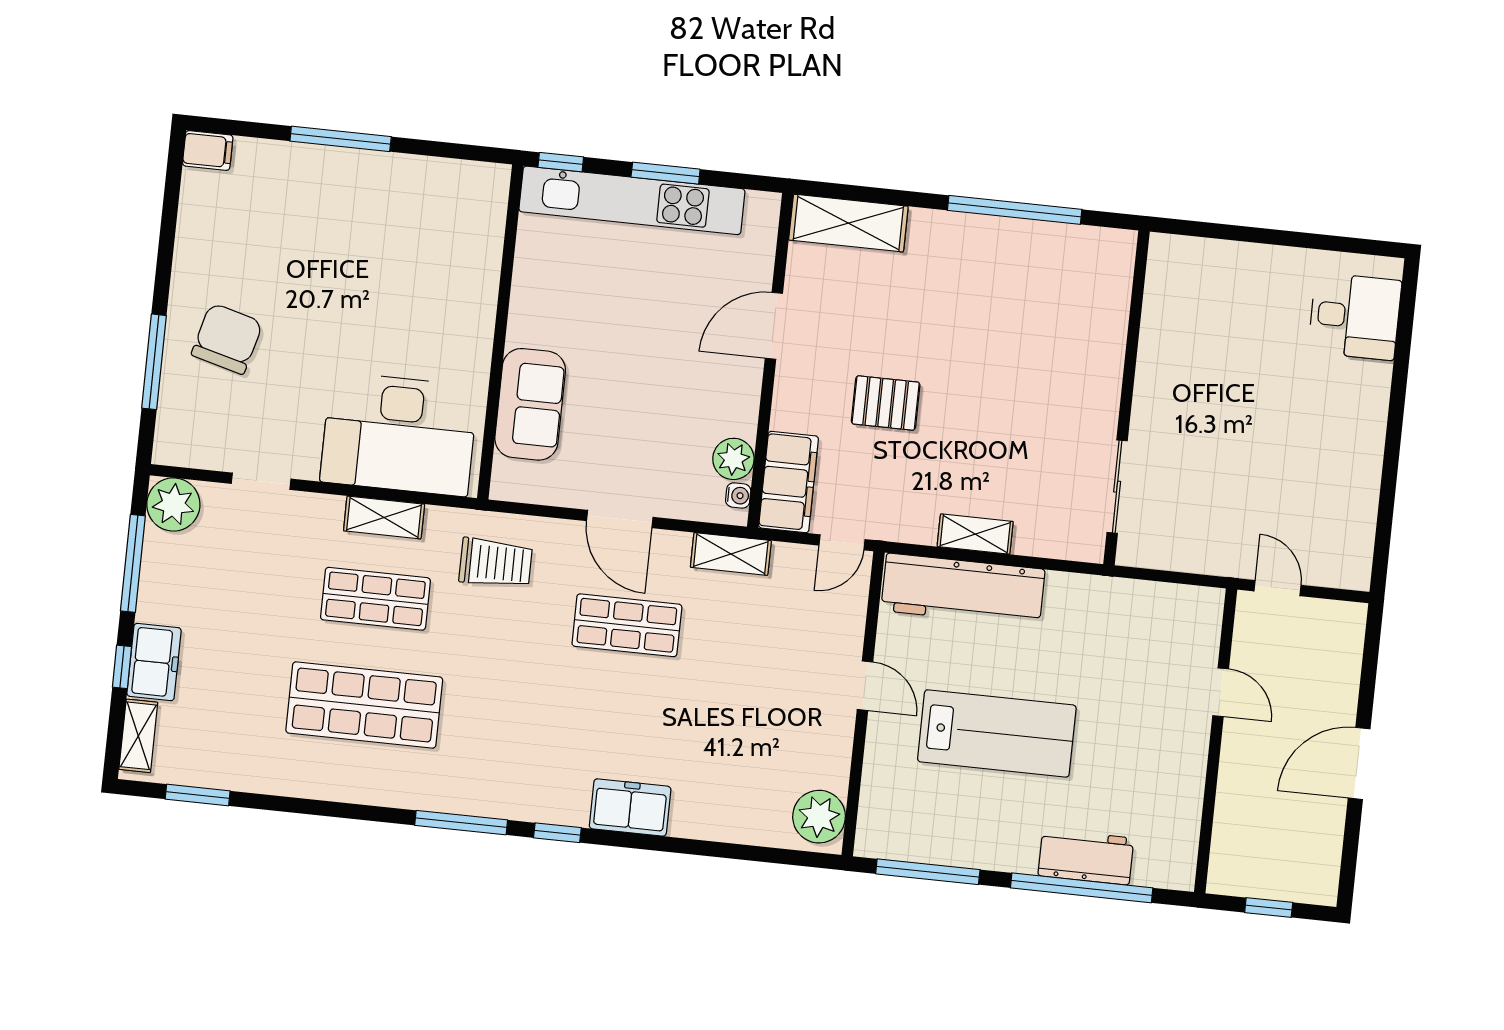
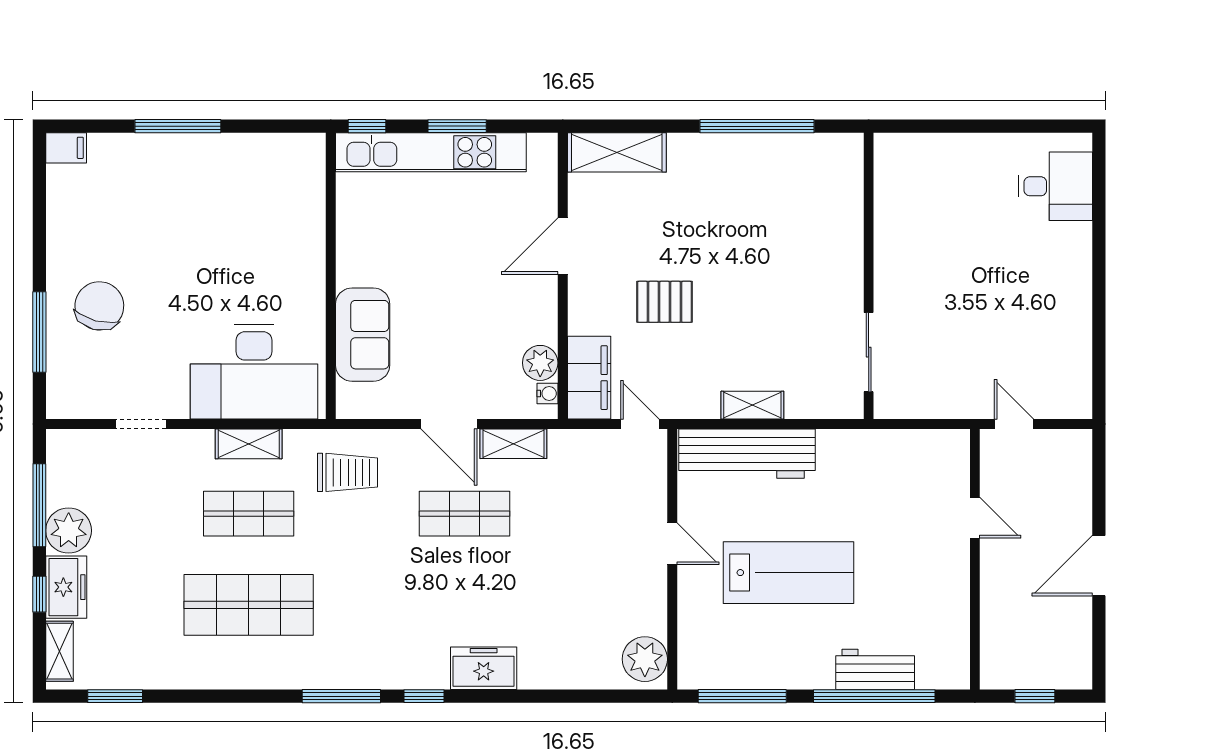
plant: (173, 504) -> (69, 531), moved
door: (842, 542) -> (640, 424), swing flipped
shelving: (731, 554) -> (513, 444), moved

